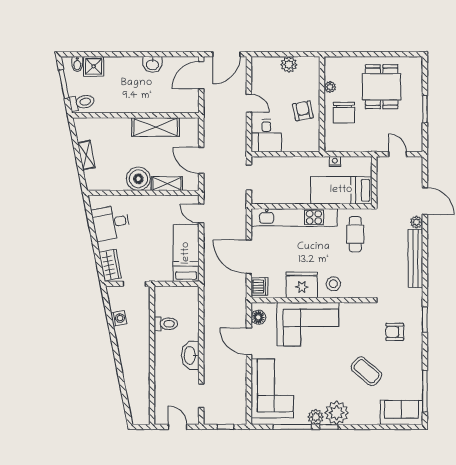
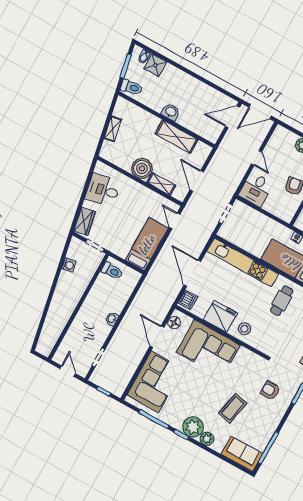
washbasin: (152, 64) -> (171, 112), moved, turned 180
toilet: (166, 324) -> (112, 271), moved
washbasin: (190, 355) -> (112, 319), width x0.52, depth x0.69
coffee table: (366, 371) -> (233, 408), turned 61
plant: (316, 417) -> (207, 439), moved

